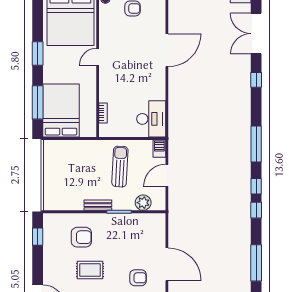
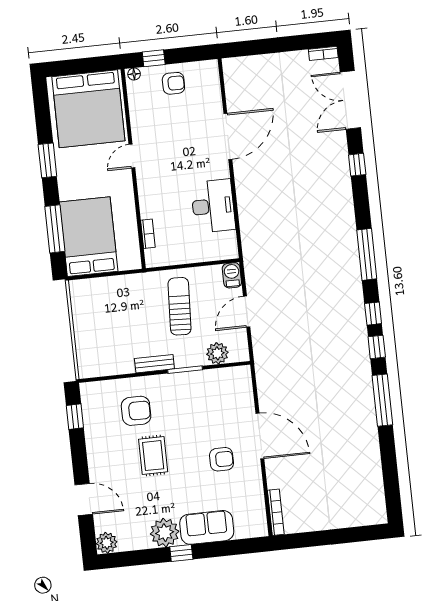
desk: (151, 119) -> (213, 206), moved
window: (256, 263) -> (382, 400), moved
rug: (90, 270) -> (153, 456), turned 90

